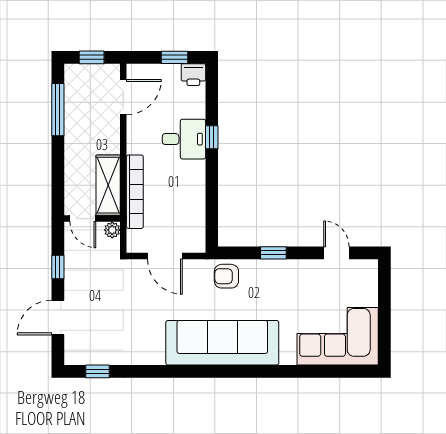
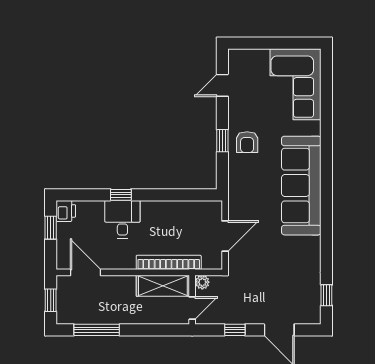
armchair: (226, 276) -> (247, 142), moved

